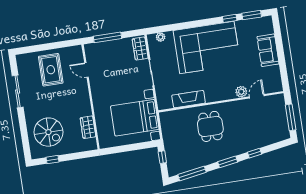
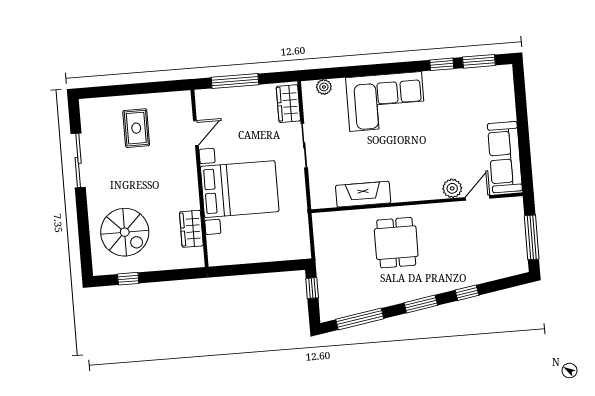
corner sofa: (207, 47) -> (386, 101), width x0.73, depth x0.74
sofa: (268, 50) -> (505, 157), moved, width x1.36
rug: (51, 70) -> (136, 128), width x0.73, depth x0.70
door: (86, 70) -> (196, 133), swing flipped
bed with nightstands: (135, 118) -> (240, 189), moved, turned 180

